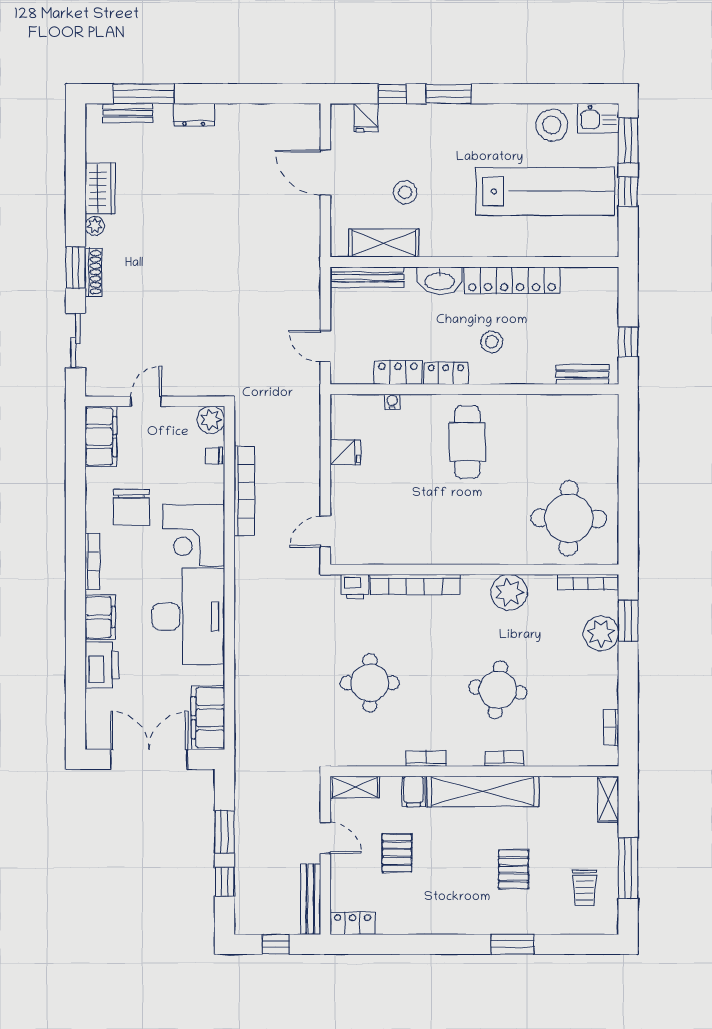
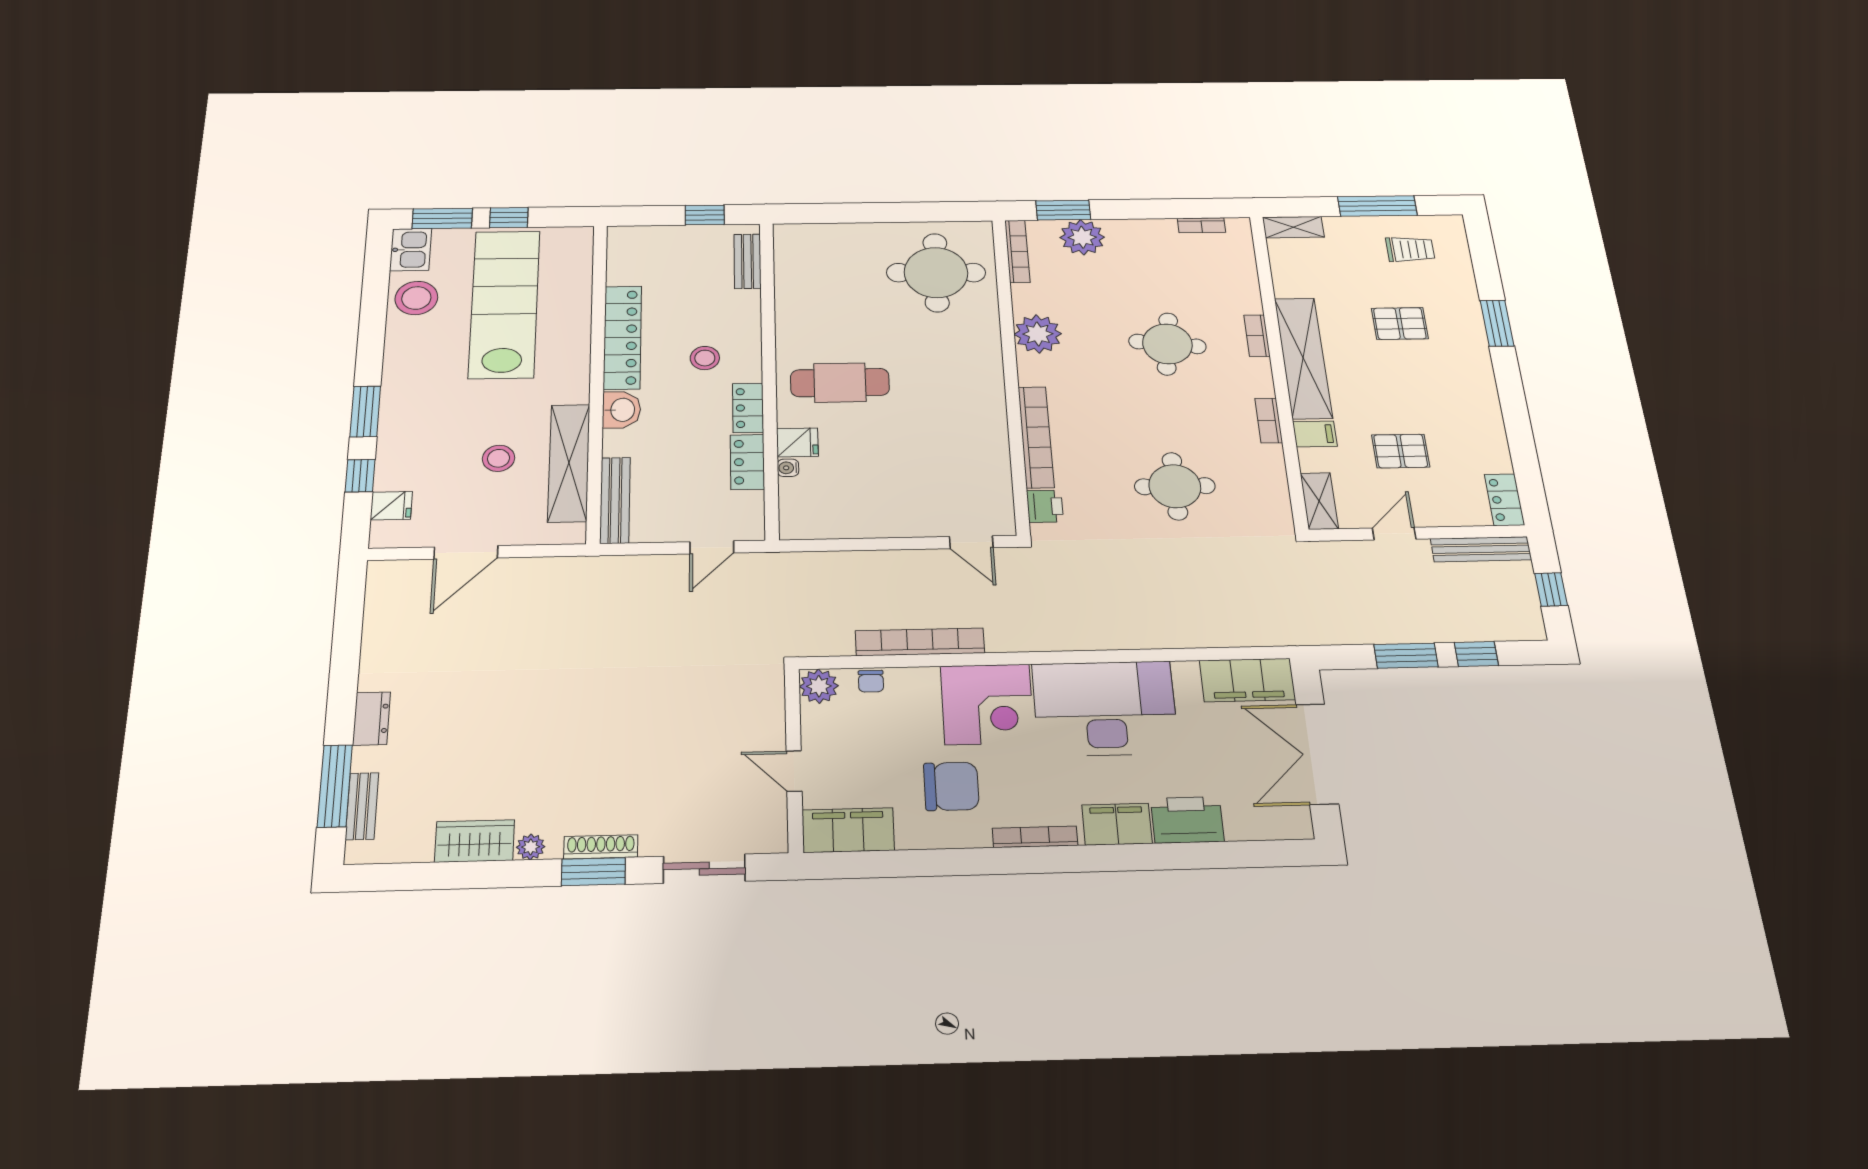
shelving: (384, 243) -> (569, 463), width x1.47
washbasin: (440, 281) -> (622, 410), width x0.72
fridge: (345, 452) -> (797, 442), moved, turned 90

